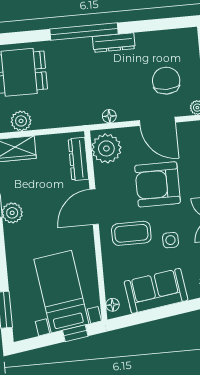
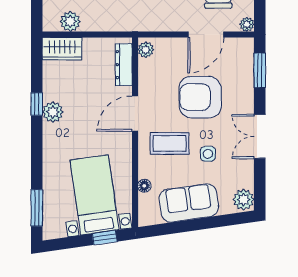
floor lamp: (109, 116) -> (158, 25), removed
door: (157, 121) -> (206, 34), hinge flipped
plant: (106, 148) -> (146, 50), width x0.53, depth x0.53
floor lamp: (113, 305) -> (144, 186), moved

